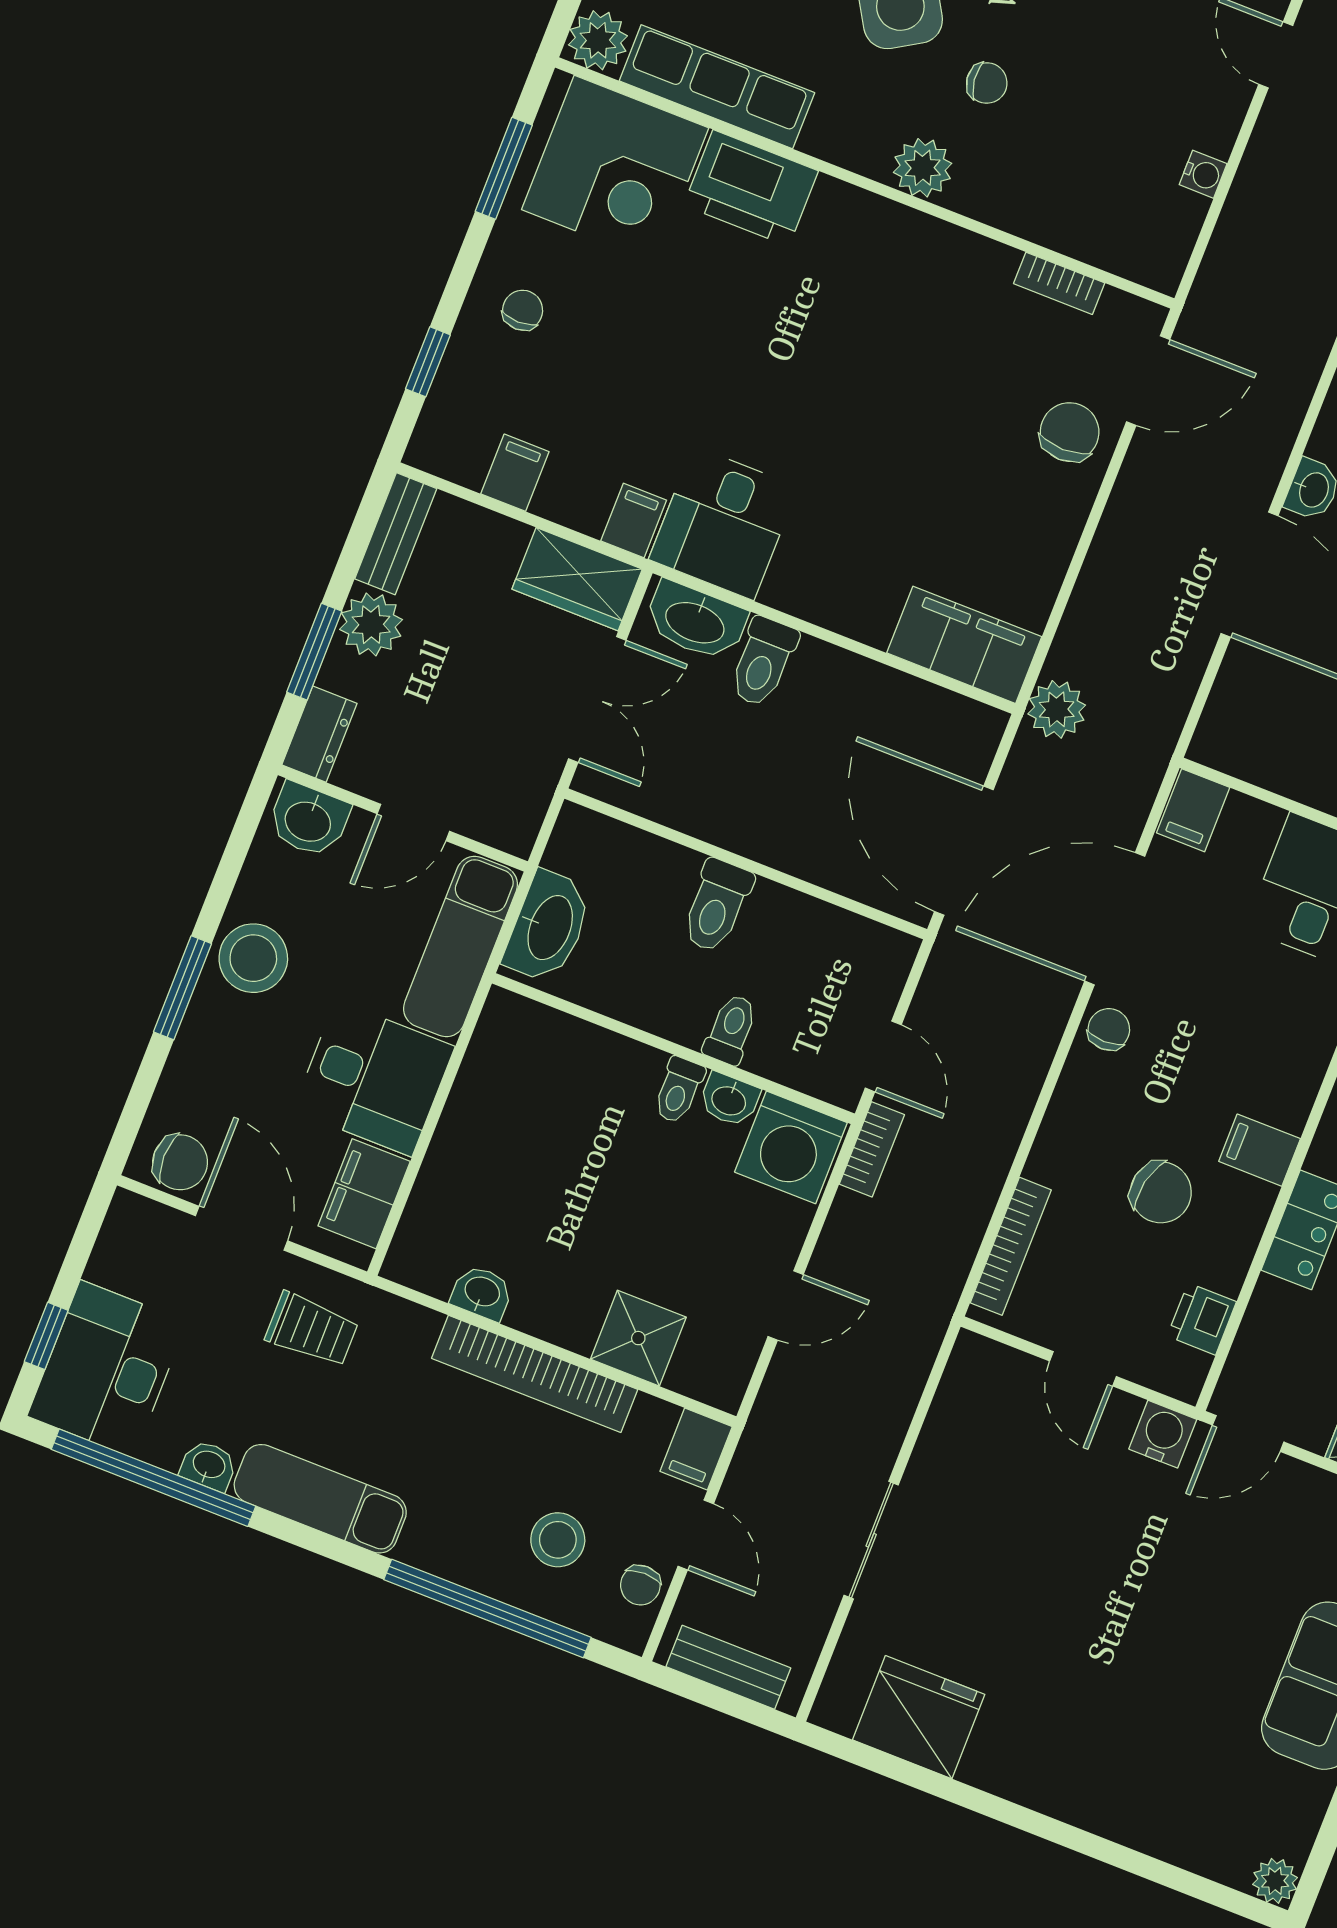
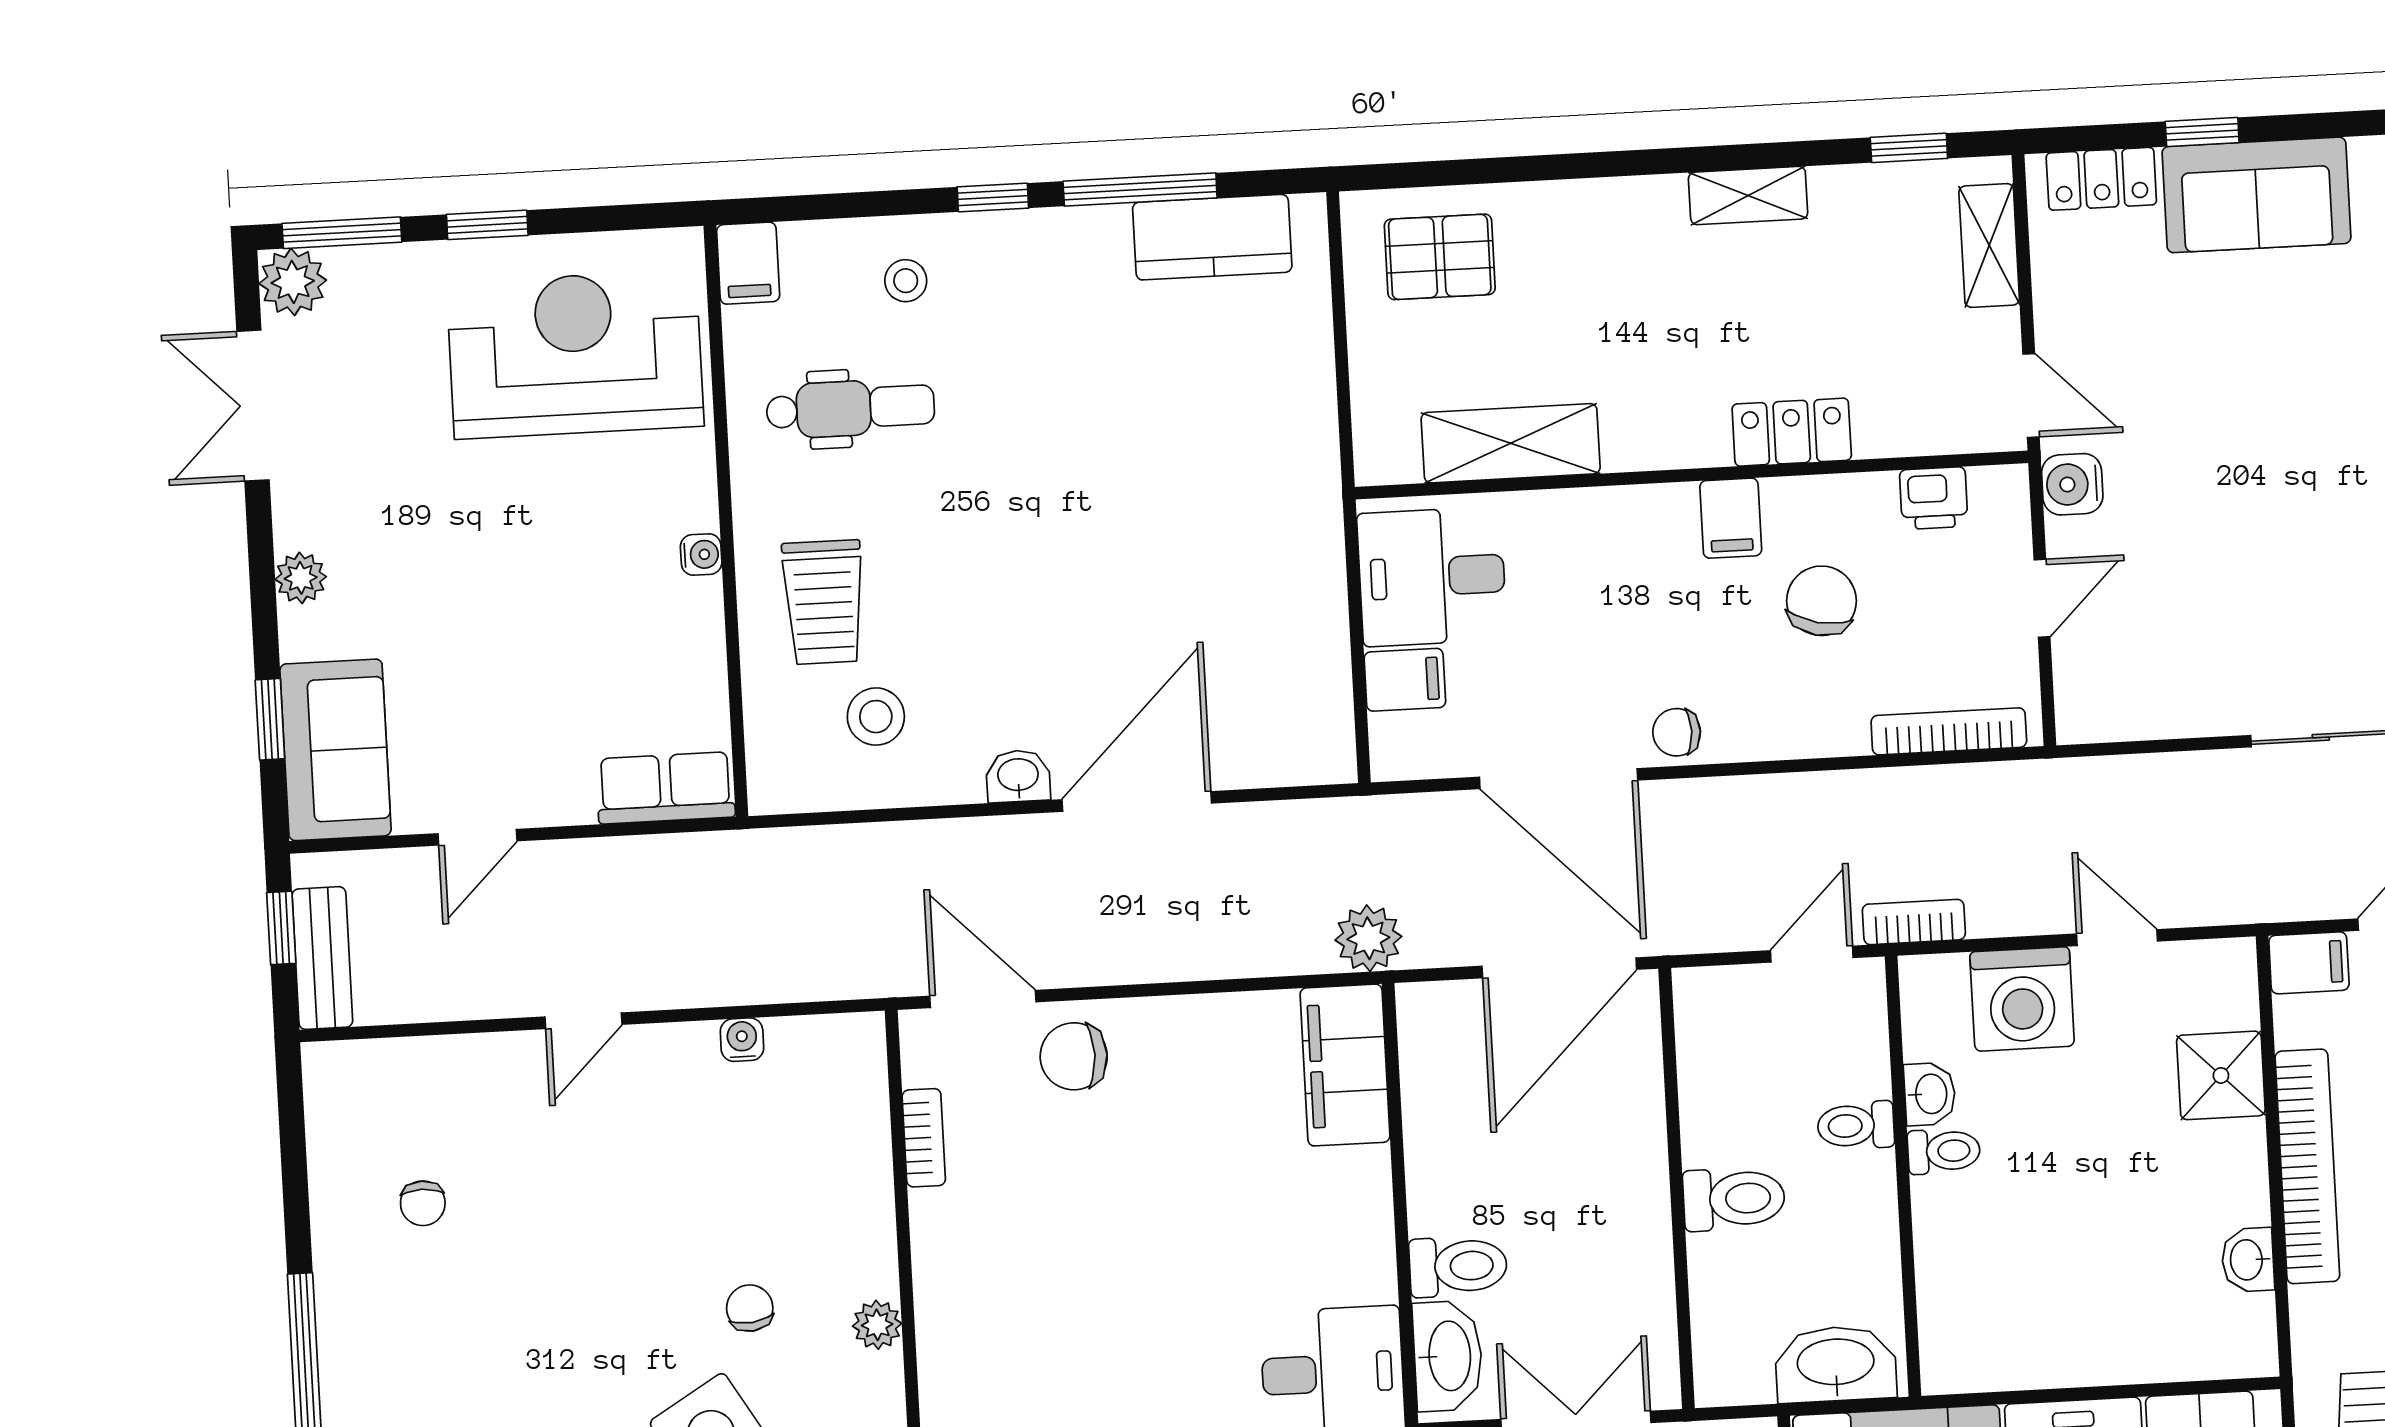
plant: (923, 168) -> (877, 1325), width x0.73, depth x0.73
filing cabinet: (1193, 810) -> (1405, 680), moved
washing machine: (791, 1147) -> (2022, 999), moved, turned 90

